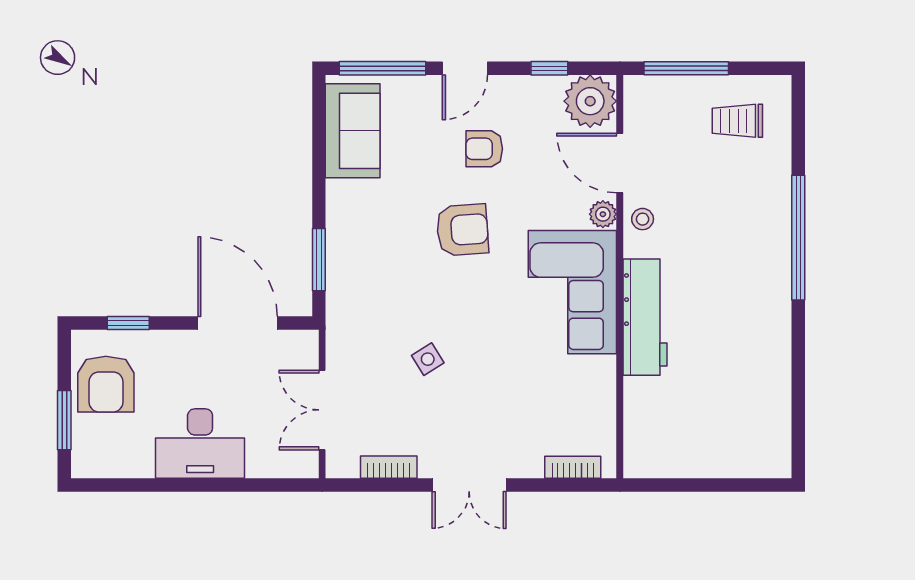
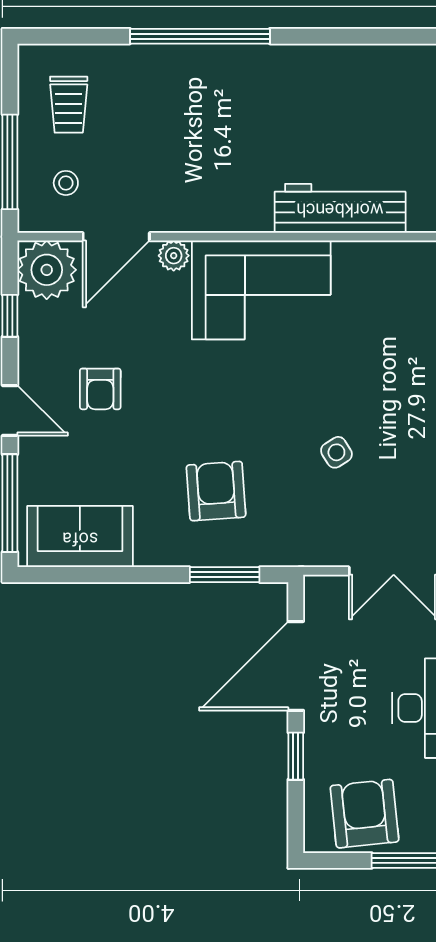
stool: (643, 219) -> (66, 183), moved
armchair: (462, 230) -> (216, 491), moved
workbench: (645, 317) -> (340, 208), moved
window: (128, 323) -> (296, 756), moved
armchair: (106, 384) -> (365, 814), turned -96

